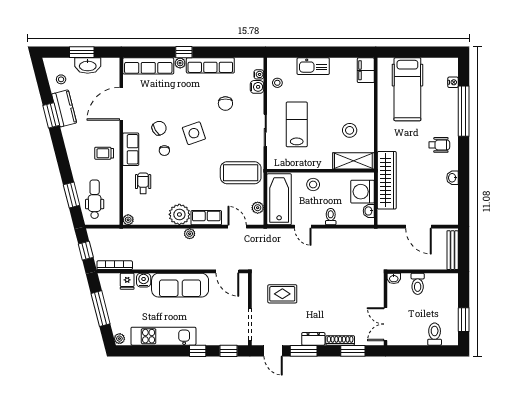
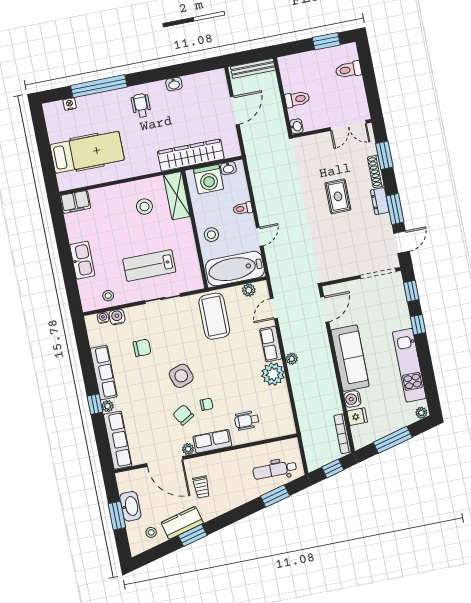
trolley: (104, 153) -> (201, 487), moved
plant: (128, 220) -> (188, 449), moved
rug: (282, 294) -> (338, 196), moved

